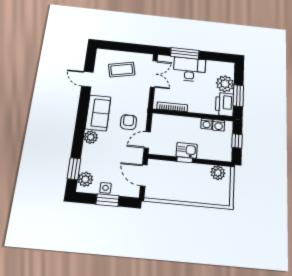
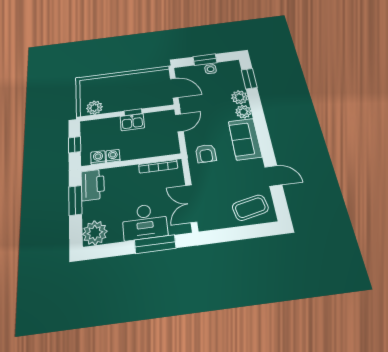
coffee table: (122, 70) -> (250, 208), moved
plant: (225, 84) -> (95, 233), moved
armchair: (128, 122) -> (206, 153), moved
plant: (85, 179) -> (240, 97), moved

